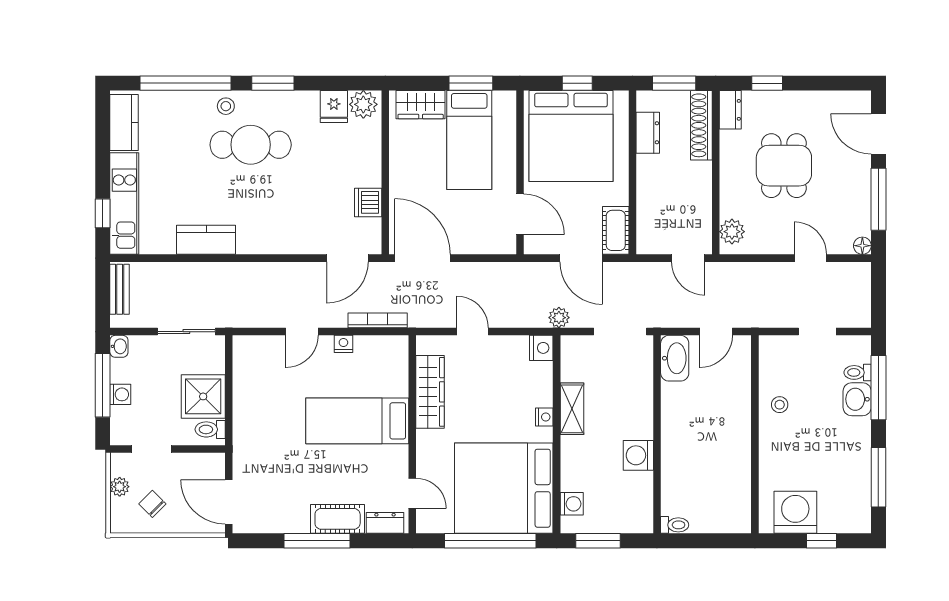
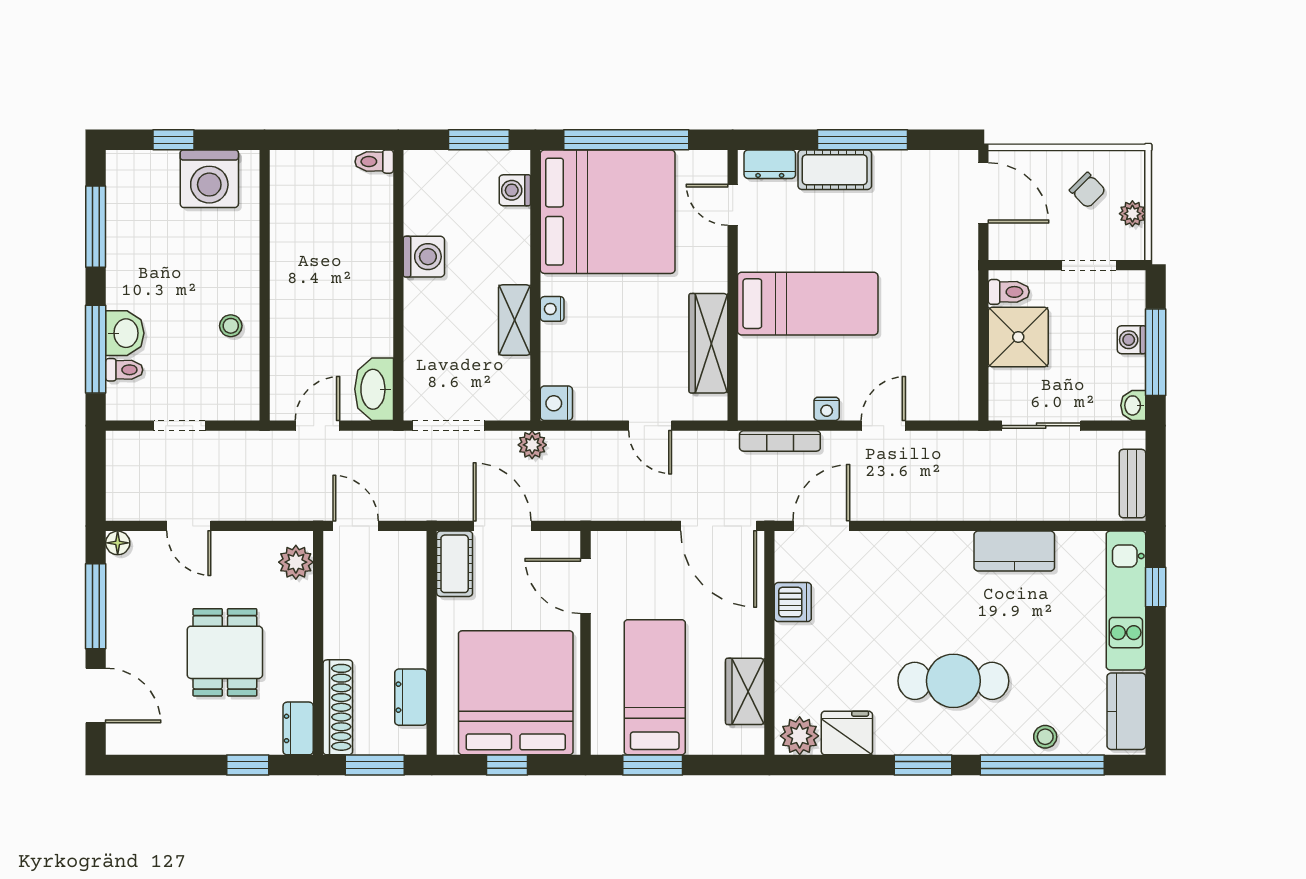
wardrobe: (421, 105) -> (745, 691), moved, turned -90
stool: (226, 106) -> (1045, 737), moved
fridge: (334, 107) -> (847, 733), width x1.38

